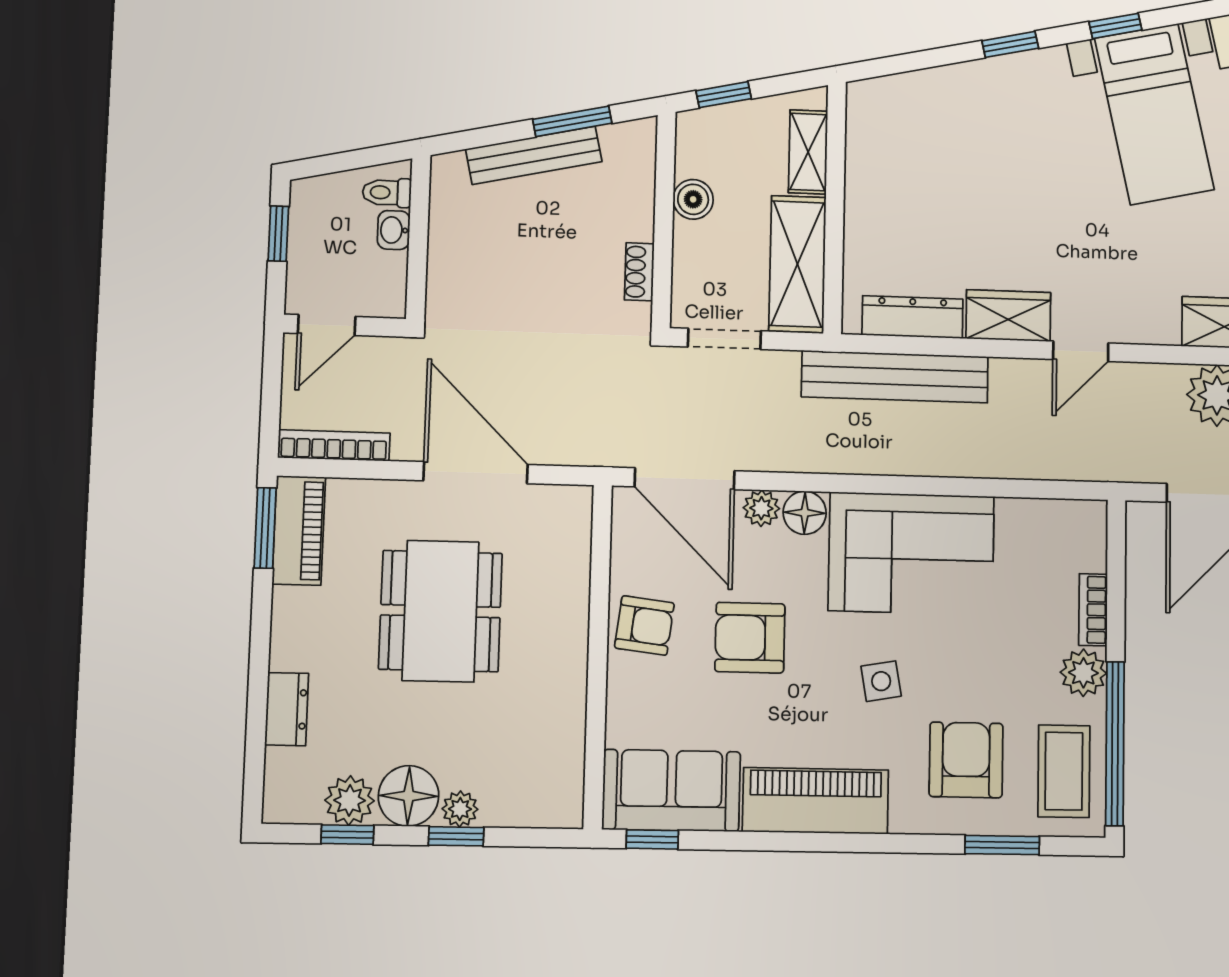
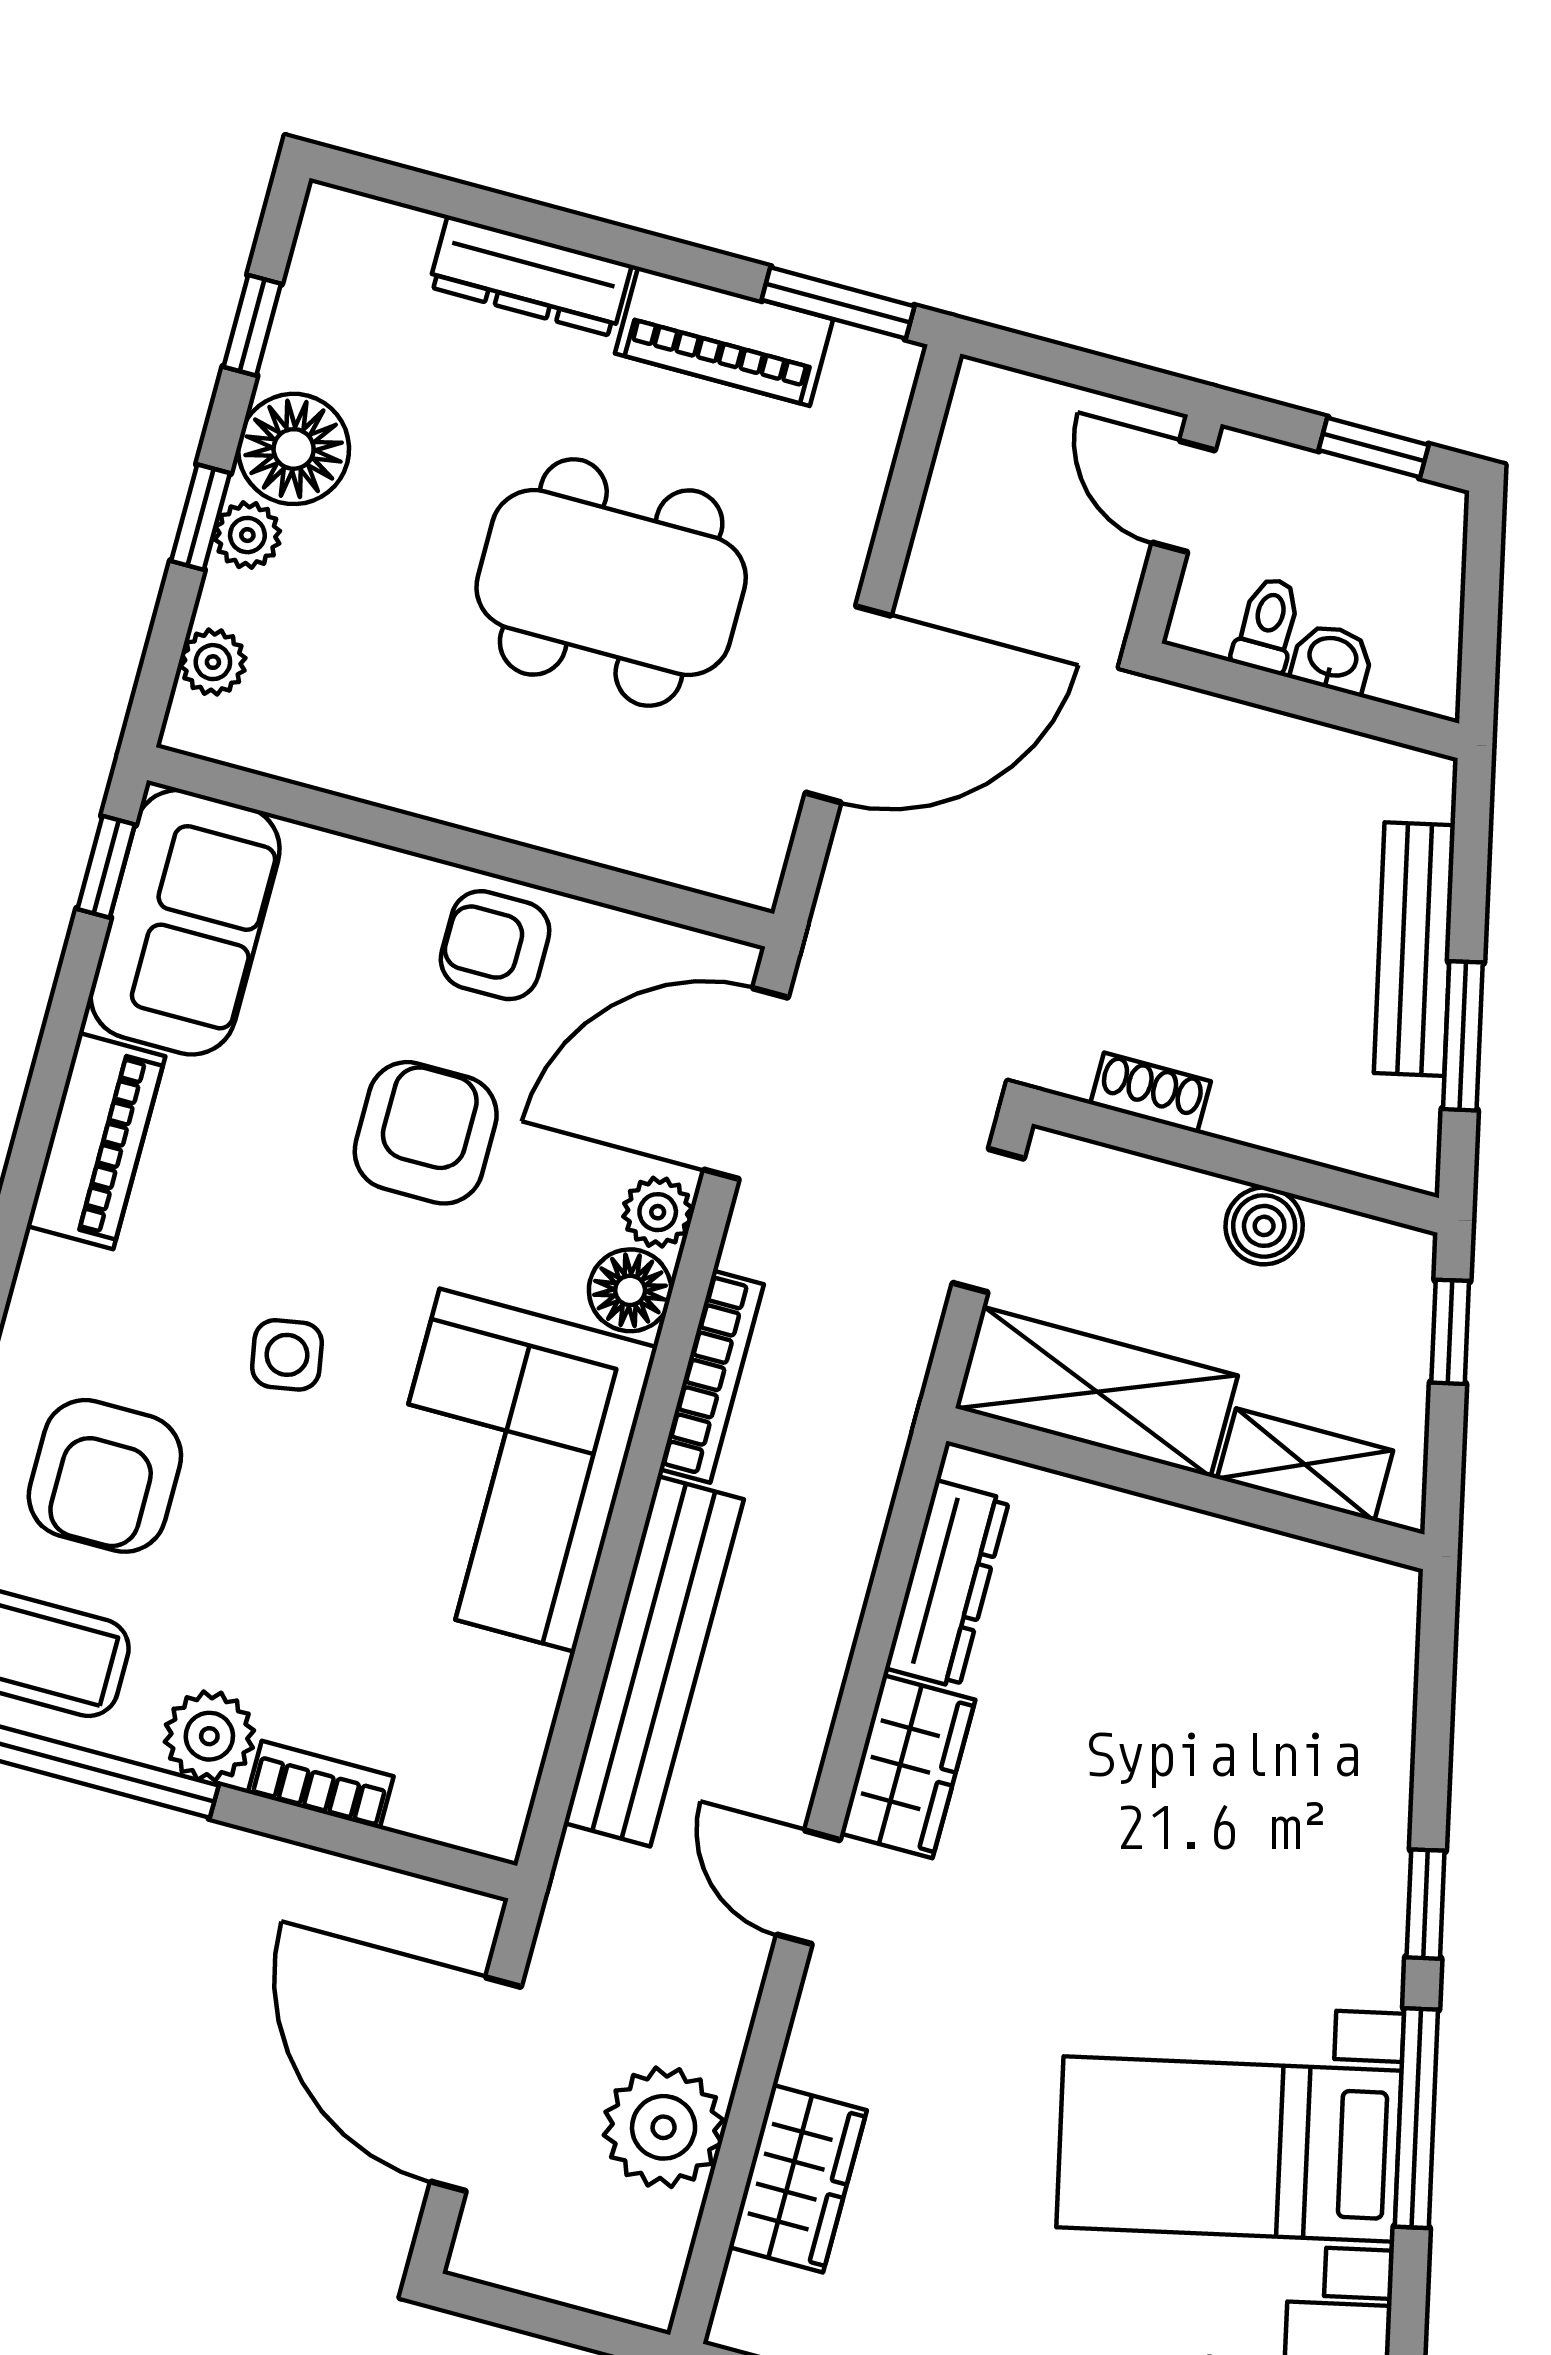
window: (1115, 26) -> (1416, 2118), width x2.17
toilet: (387, 193) -> (1267, 625), moved
bench: (895, 377) -> (654, 1661), moved
bookcase: (334, 445) -> (712, 1377), moved
piano: (299, 530) -> (724, 336), moved
armchair: (644, 625) -> (495, 945), turned 83
dresser: (287, 709) -> (530, 276), width x1.44
armchair: (966, 760) -> (105, 1476), turned 90
plant: (350, 800) -> (213, 662), moved, width x0.73, depth x0.73
piano: (816, 801) -> (96, 1141), width x0.73, depth x0.75

